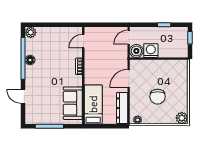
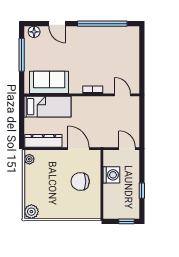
plant: (31, 32) -> (133, 33), removed
boiler: (136, 51) -> (111, 158), removed
floor lamp: (30, 60) -> (34, 32), moved
door: (23, 96) -> (57, 24), swing flipped
chair: (158, 97) -> (80, 181), moved

